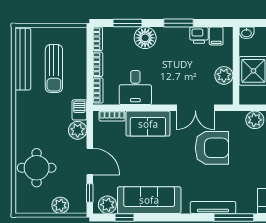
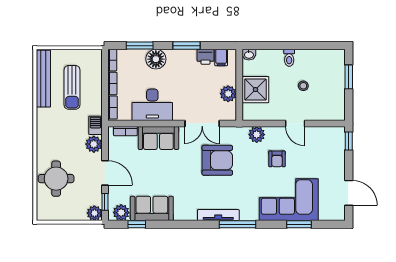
desk: (135, 87) -> (152, 105), width x1.37
sofa: (149, 200) -> (152, 208), width x0.73
plant: (60, 205) -> (94, 213), moved

